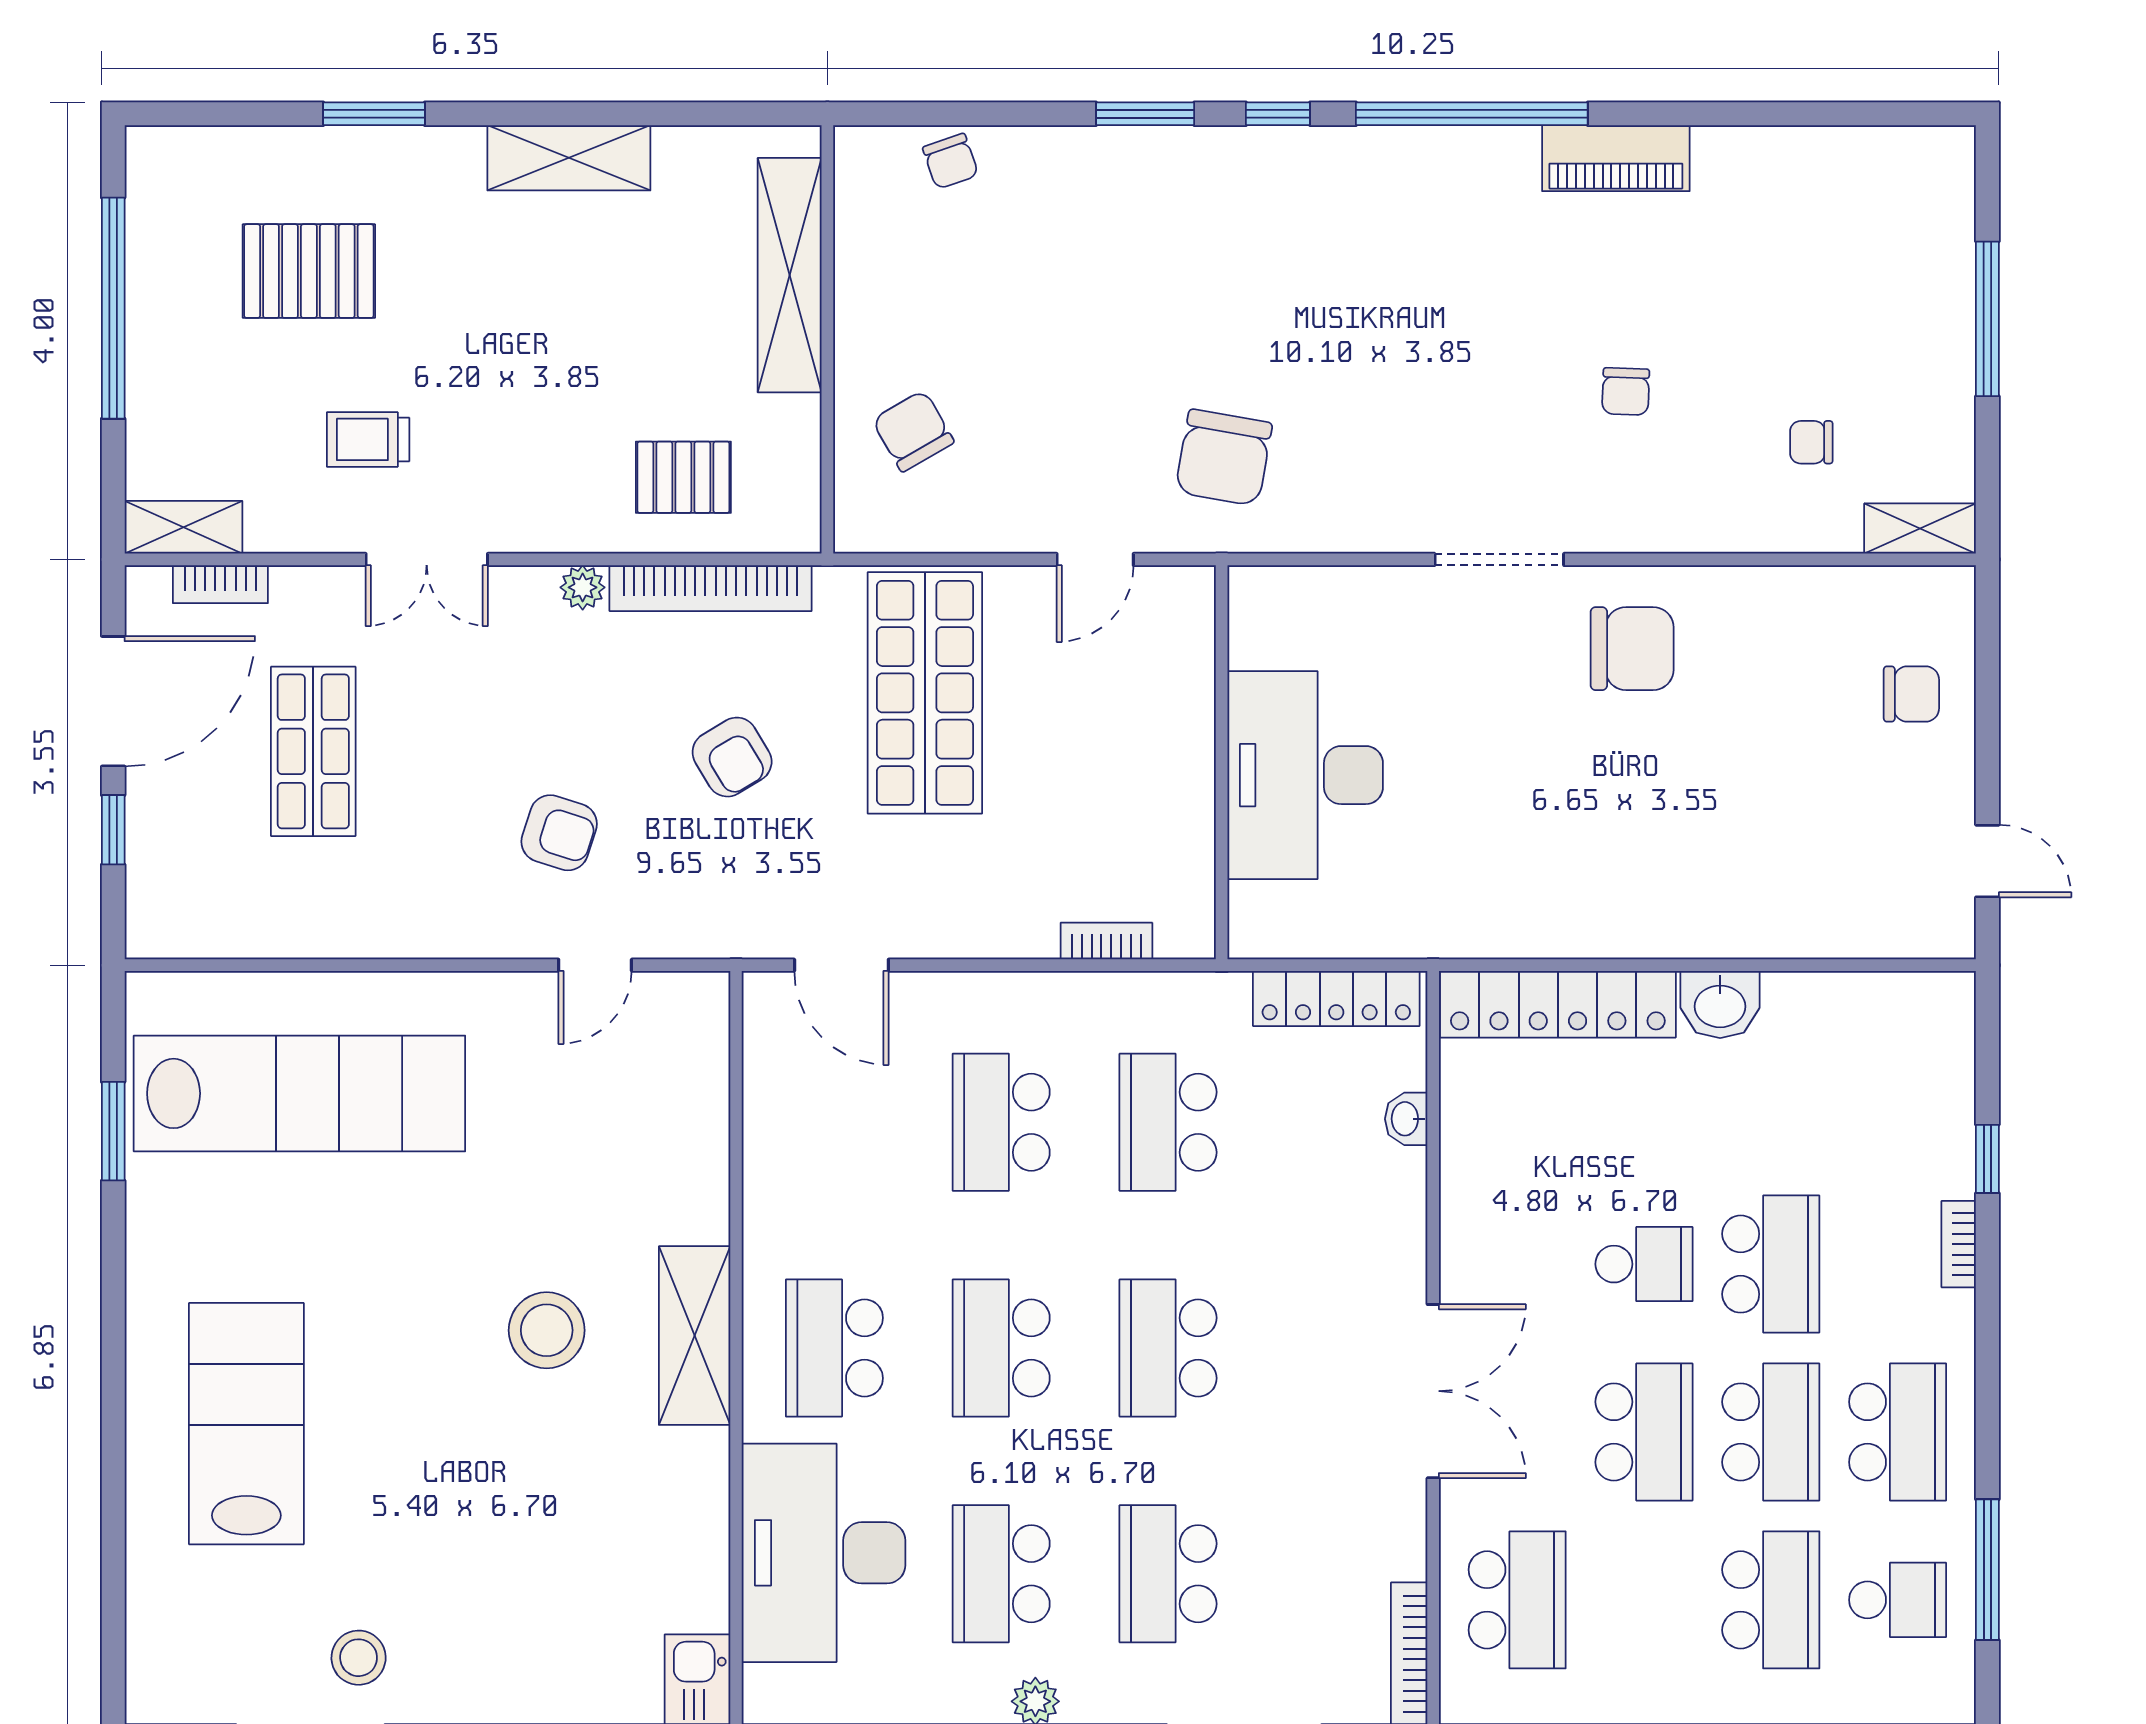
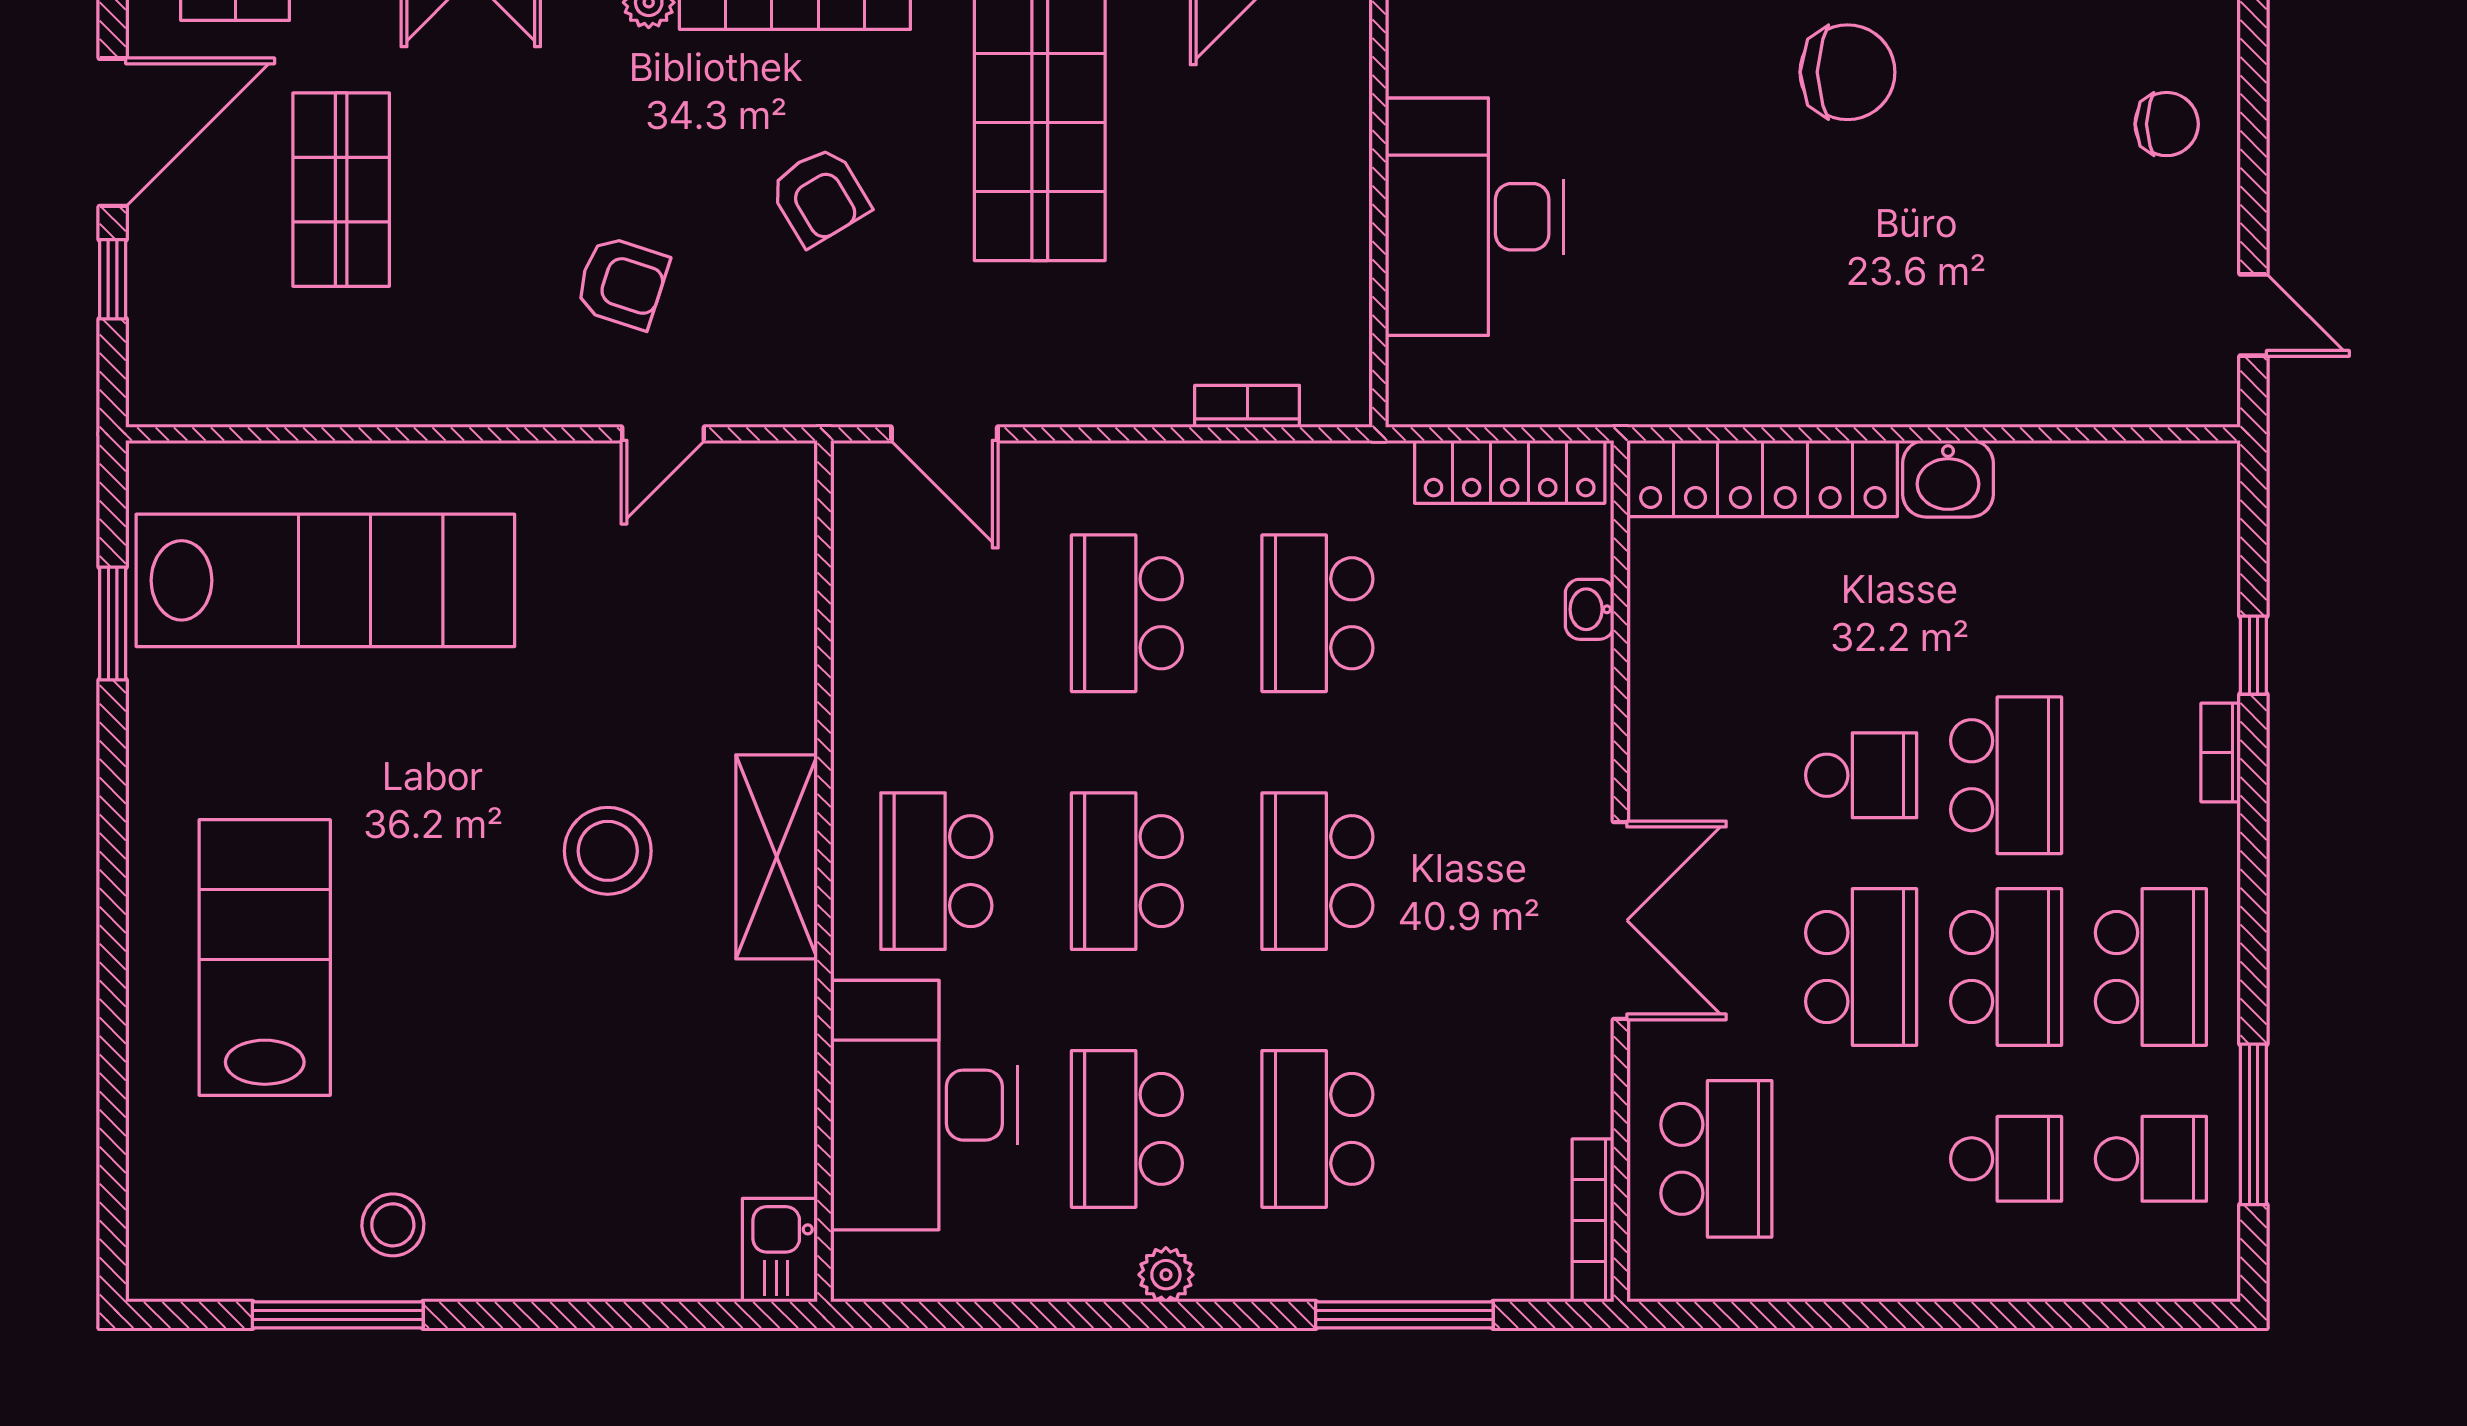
school desk: (1771, 1600) -> (2006, 1159), width x0.54

